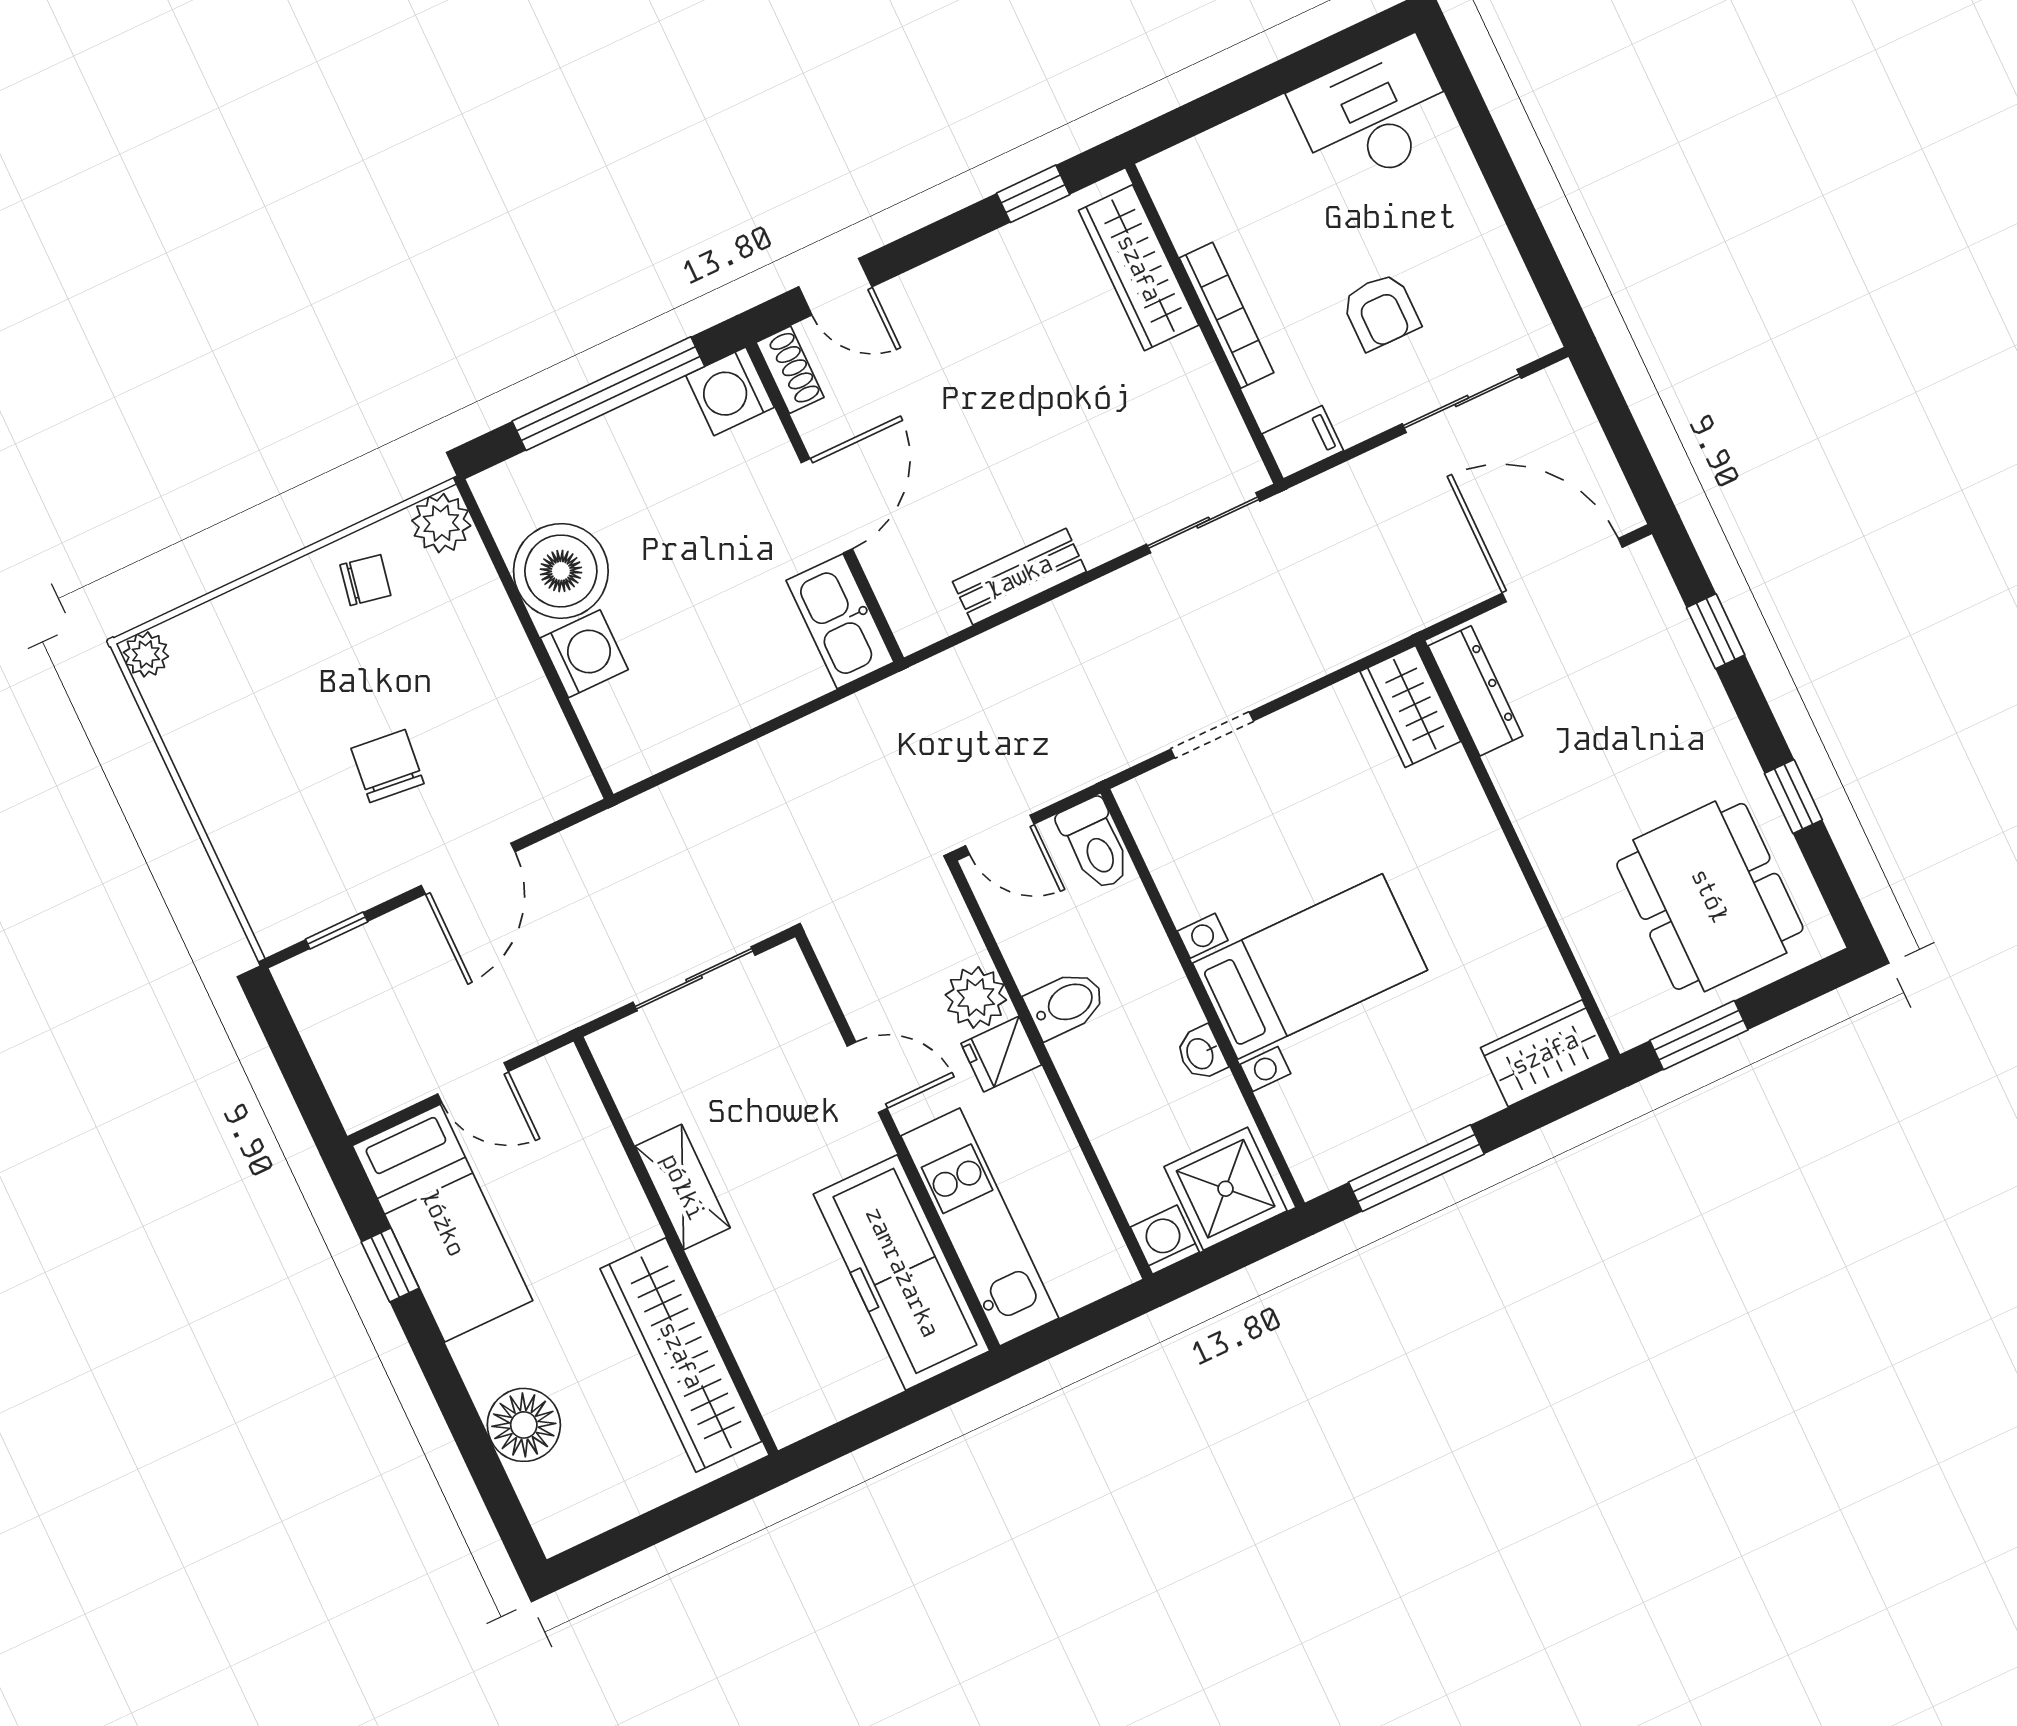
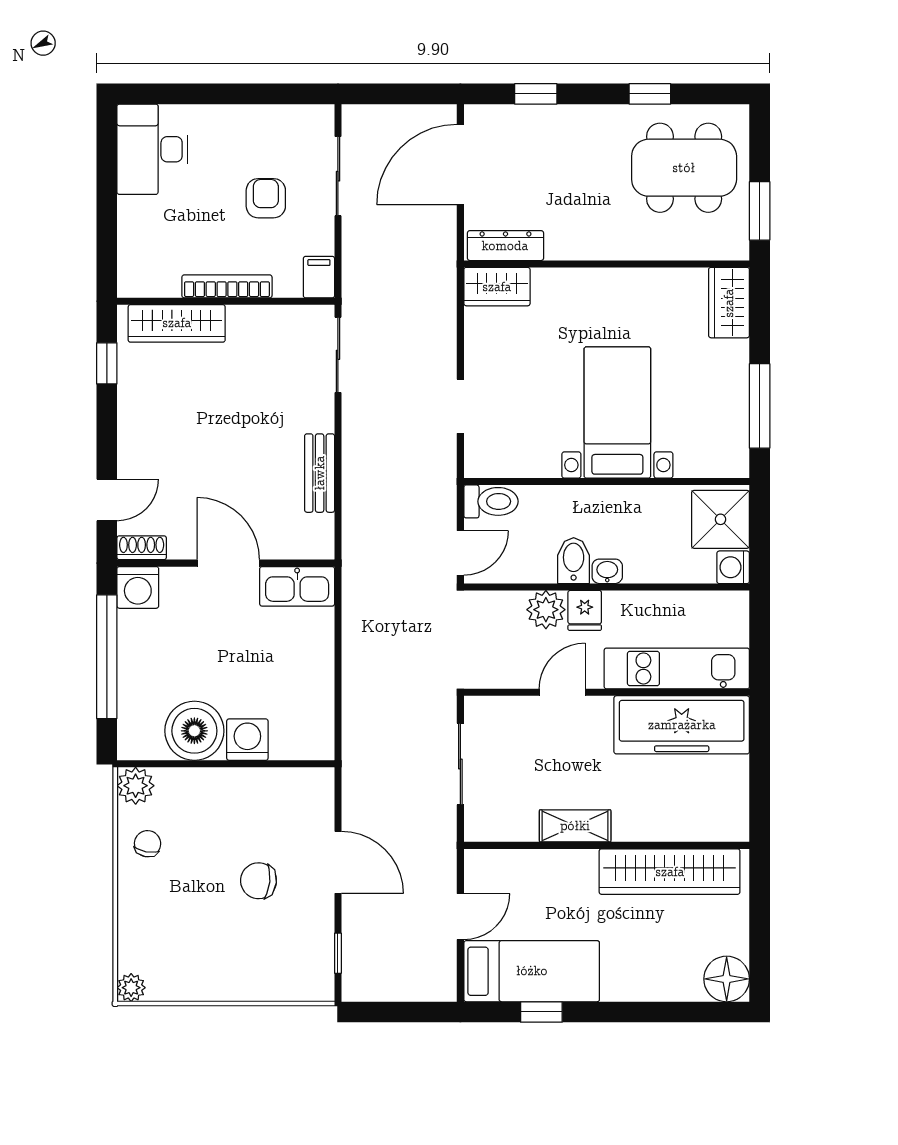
armchair: (1381, 312) -> (266, 198), turned -90
washbasin: (1201, 1053) -> (607, 571), moved, turned 180
floor lamp: (524, 1425) -> (727, 979), moved

